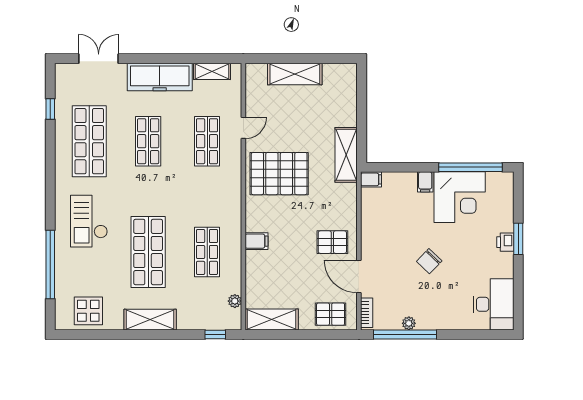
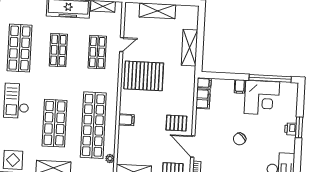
shelving: (346, 155) -> (189, 48), moved
filing cabinet: (371, 204) -> (203, 99), added
shop shelf: (207, 252) -> (93, 125), width x2.00, depth x1.36

